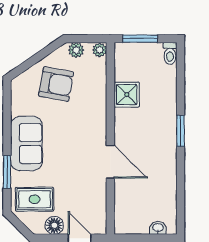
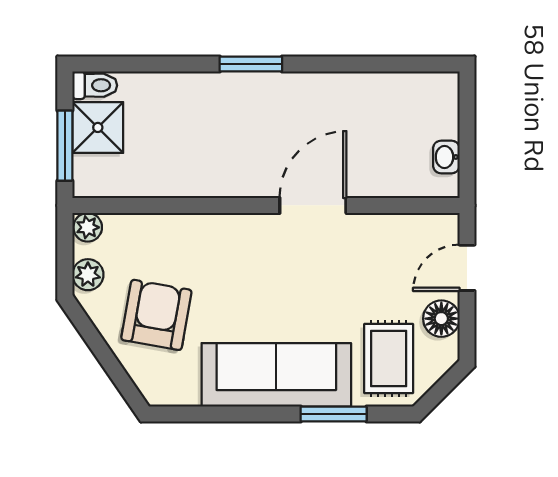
shower: (127, 95) -> (98, 127), moved
sofa: (26, 143) -> (276, 375), width x1.36
washbasin: (158, 228) -> (446, 157), moved

